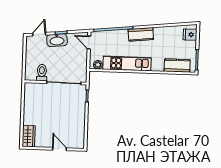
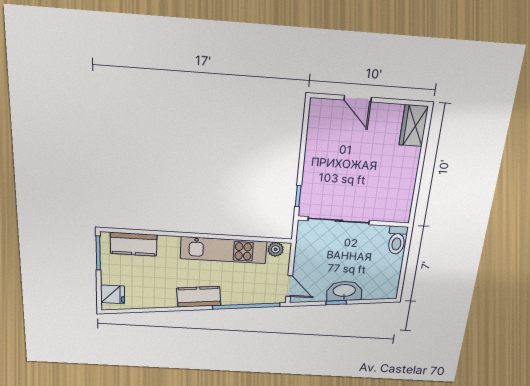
door: (39, 34) -> (374, 301), removed
toilet: (42, 73) -> (397, 240), moved

